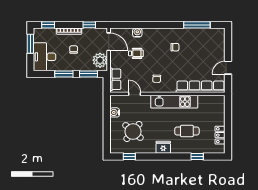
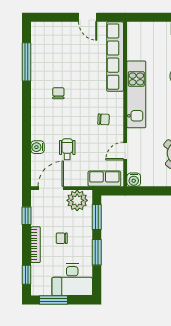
water cooler: (115, 112) -> (134, 180), moved

